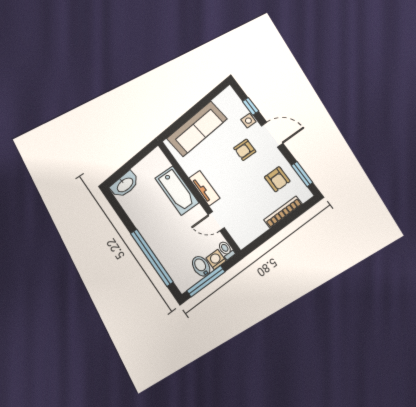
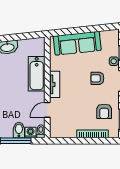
door: (216, 221) -> (47, 110), hinge flipped

